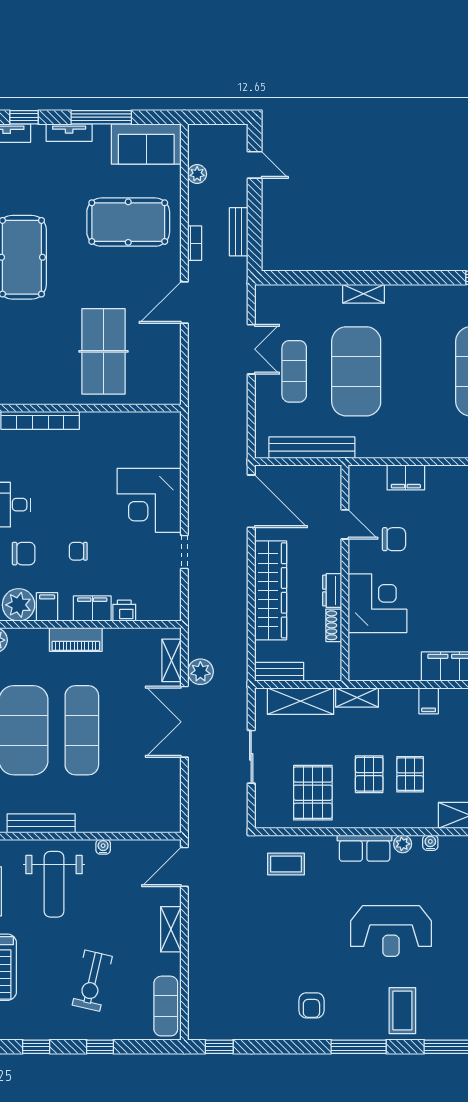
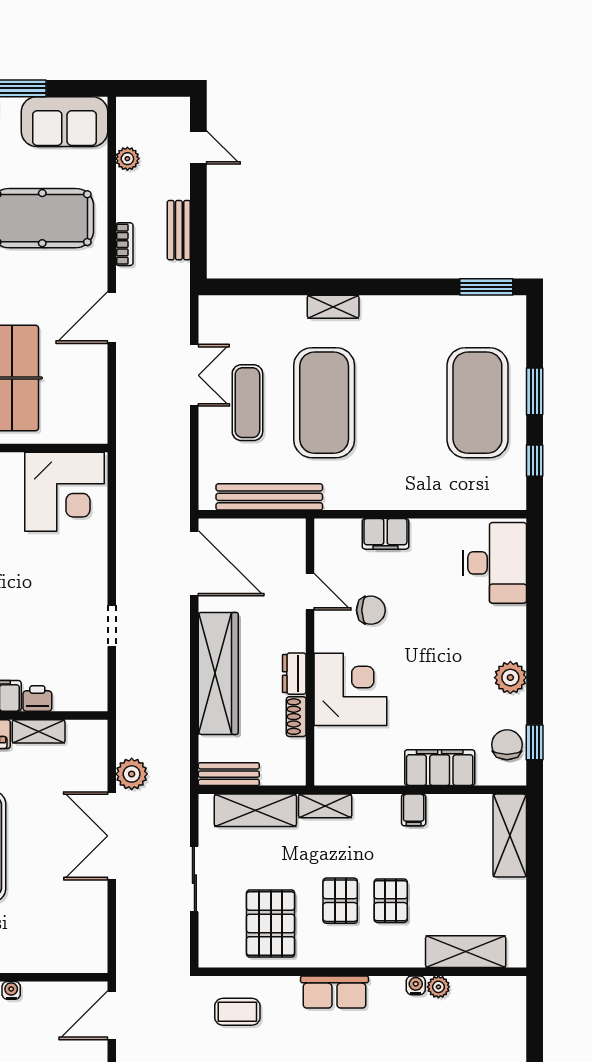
corner desk: (149, 500) -> (65, 492), moved, turned -90
shelving: (171, 660) -> (39, 731), moved, turned 90
plant: (403, 844) -> (438, 987), moved

